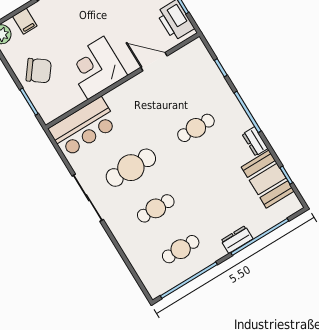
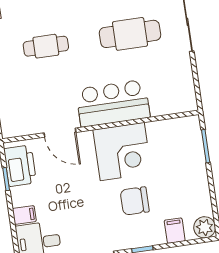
chair: (39, 71) -> (135, 201), moved, turned -37
bar counter: (83, 127) -> (113, 103), moved

